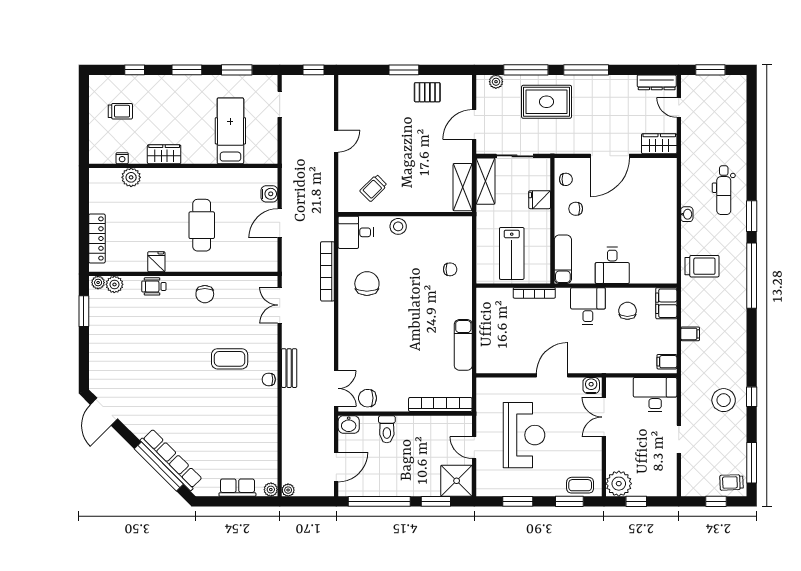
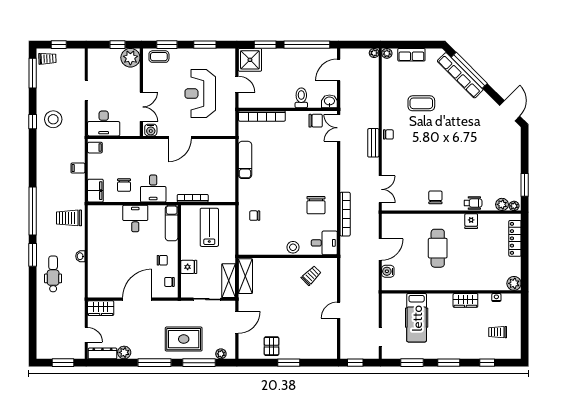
plant: (627, 84) -> (124, 352), added
pallet: (427, 92) -> (272, 346), turned 90
plant: (131, 177) -> (514, 283), moved
coffee table: (230, 359) -> (421, 103), moved

